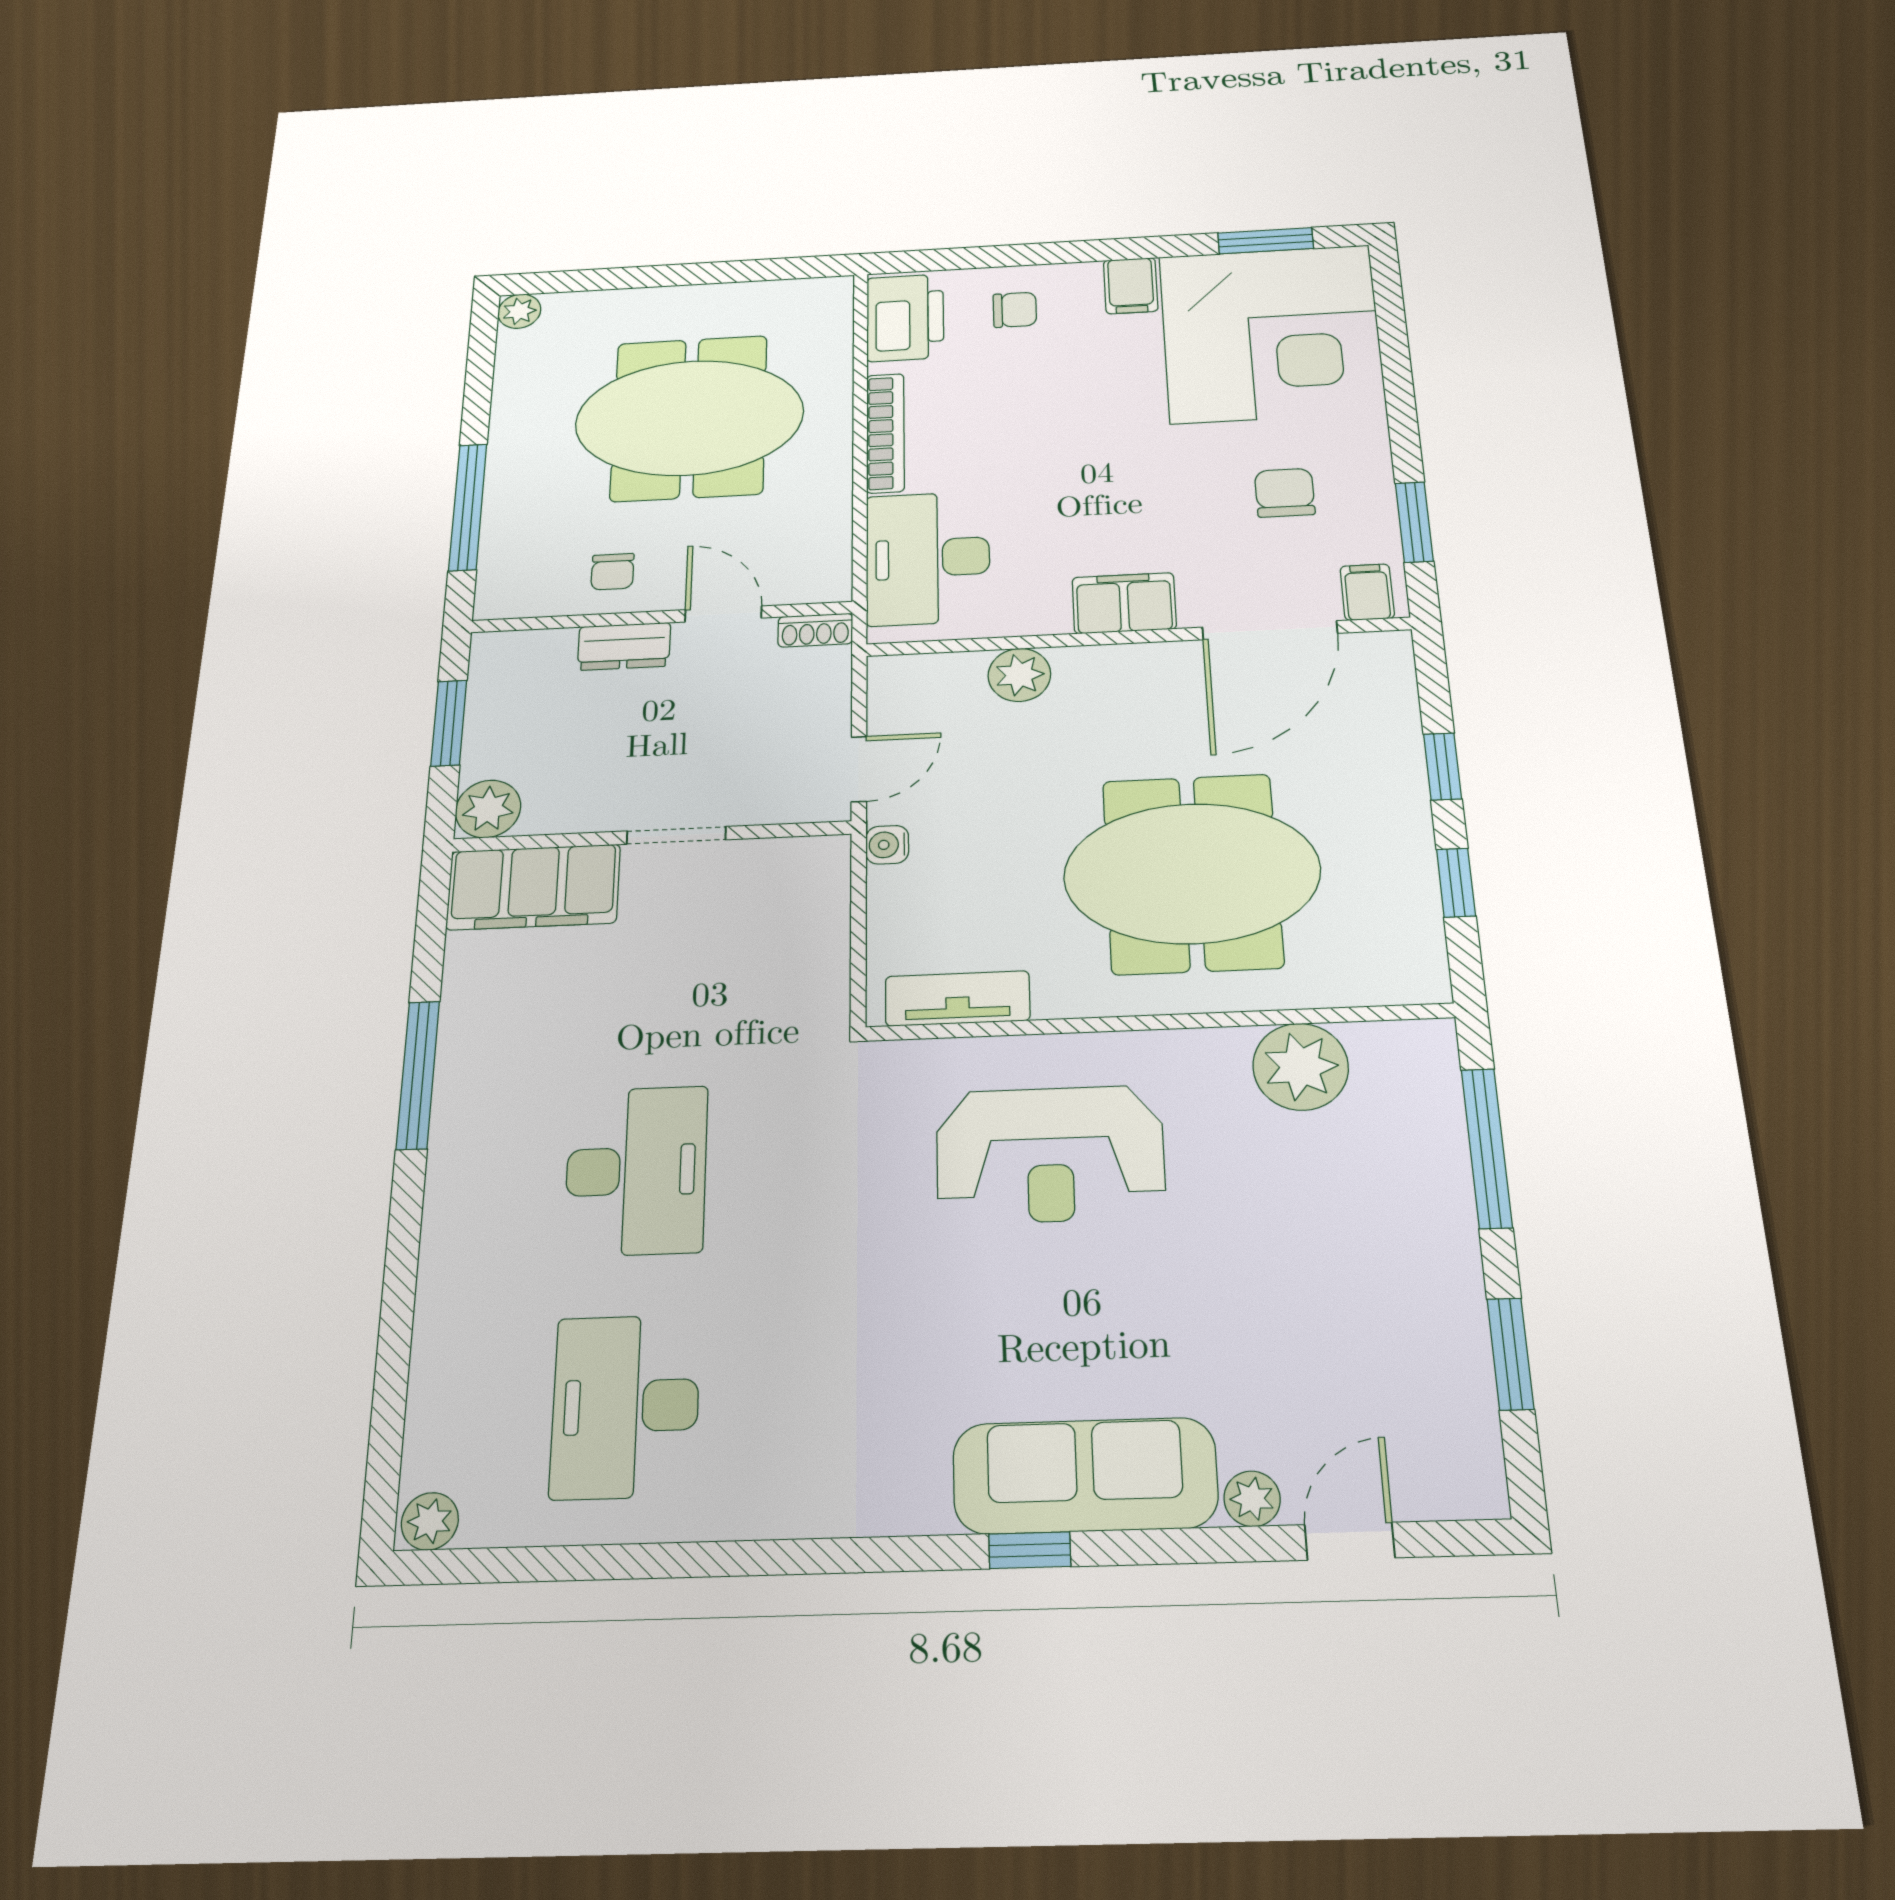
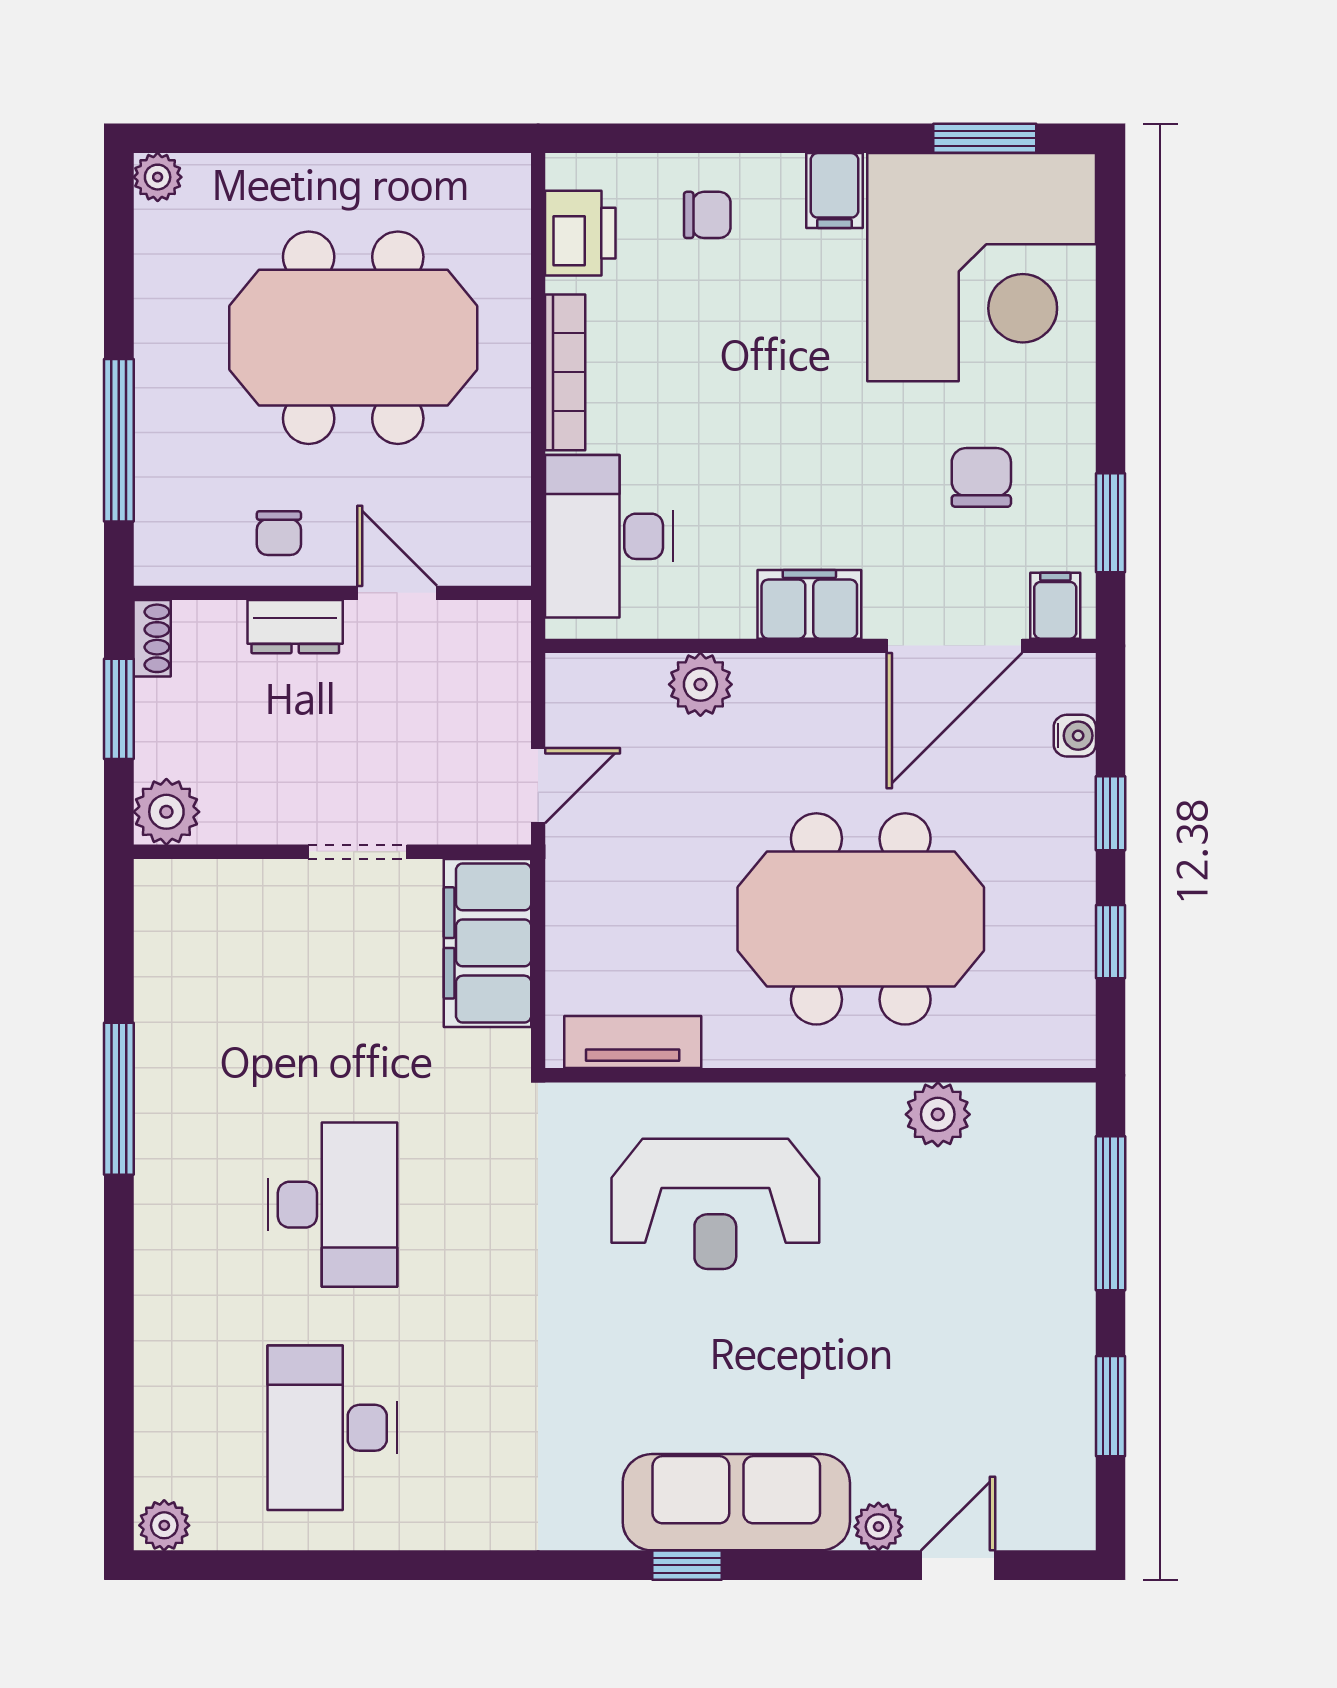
printer: (905, 318) -> (580, 233), width x0.73, depth x0.84
shoe rack: (815, 630) -> (152, 638), moved, turned -90
water cooler: (887, 845) -> (1075, 736), moved, turned 180
filing cabinet: (533, 887) -> (487, 943), moved, turned 90
plant: (1301, 1067) -> (938, 1114), width x0.73, depth x0.73

